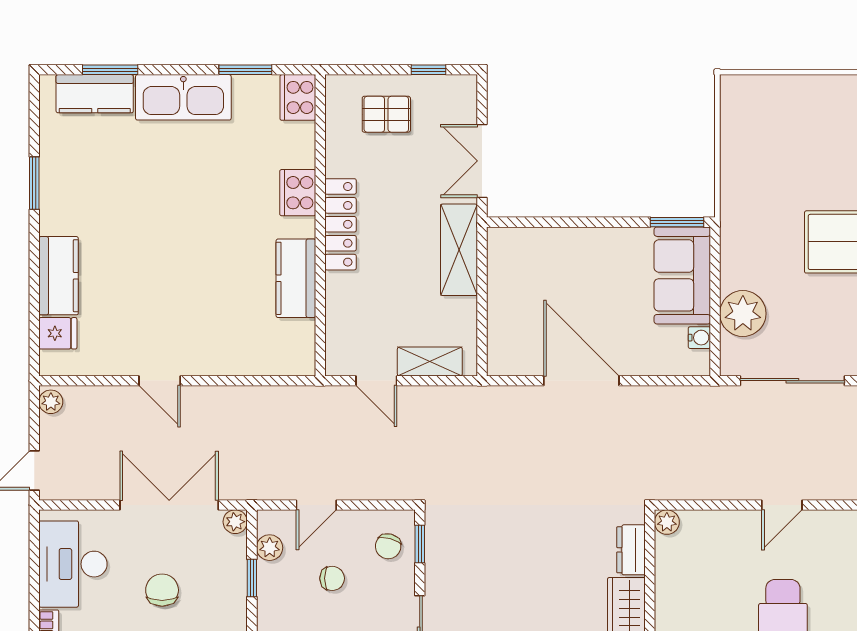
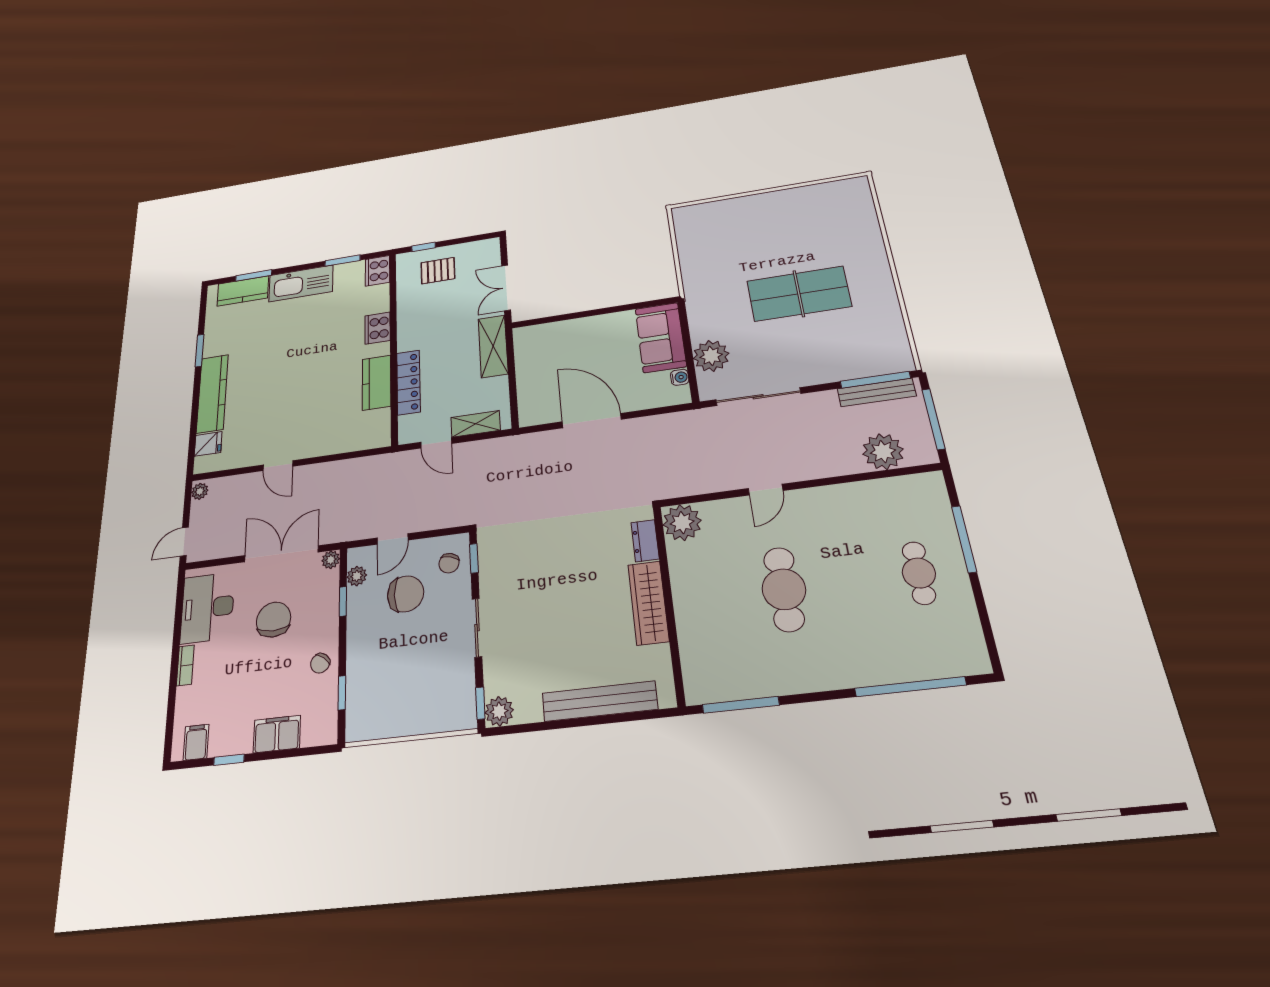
window: (428, 70) -> (424, 247), moved
window: (677, 222) -> (652, 303), removed
locker: (341, 224) -> (408, 382), moved
kitchen counter: (59, 276) -> (212, 394), width x1.50
plant: (667, 522) -> (682, 523), width x1.87, depth x1.87
chair: (332, 578) -> (406, 594), width x1.87, depth x1.87
chair: (162, 590) -> (274, 620), width x1.37, depth x1.37

